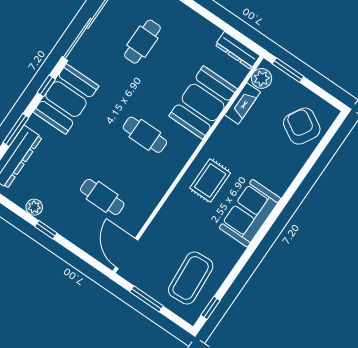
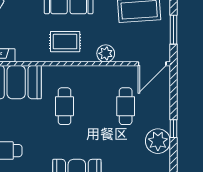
plant: (34, 207) -> (158, 141), width x1.88, depth x1.88
plant: (170, 213) -> (106, 53), added

